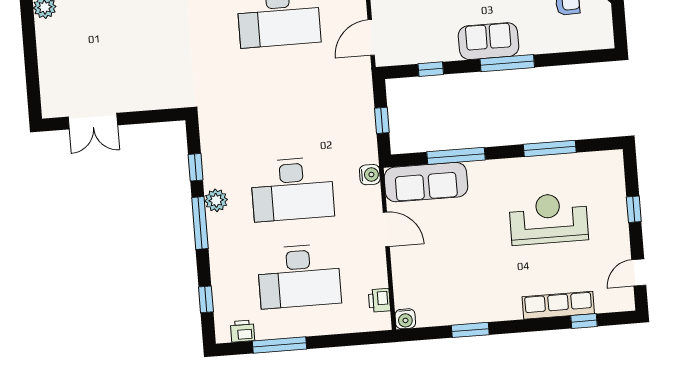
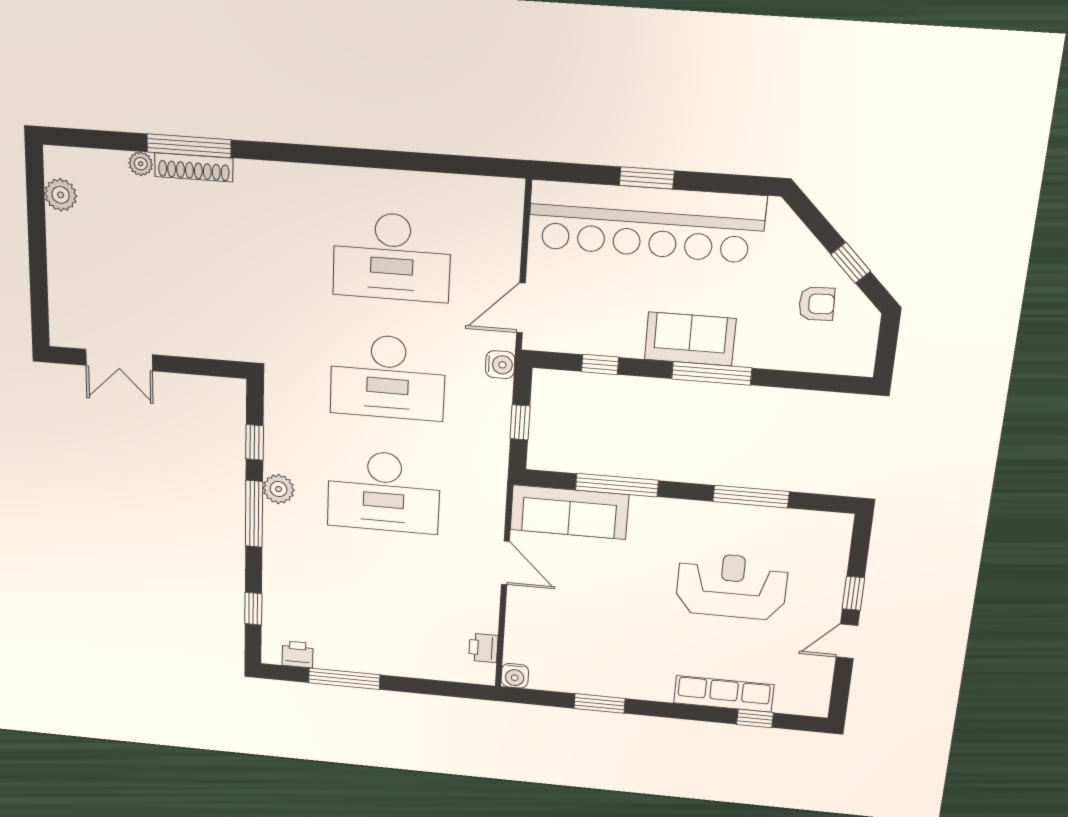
water cooler: (370, 175) -> (500, 365), moved
door: (639, 273) -> (847, 641), moved
desk: (299, 276) -> (388, 377), moved

